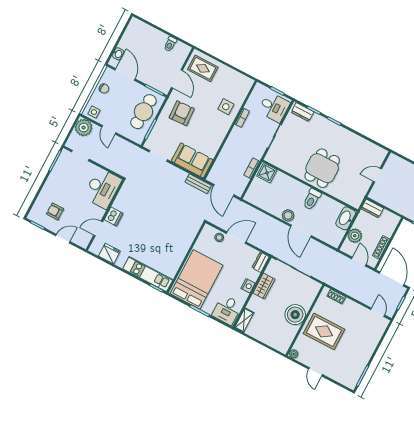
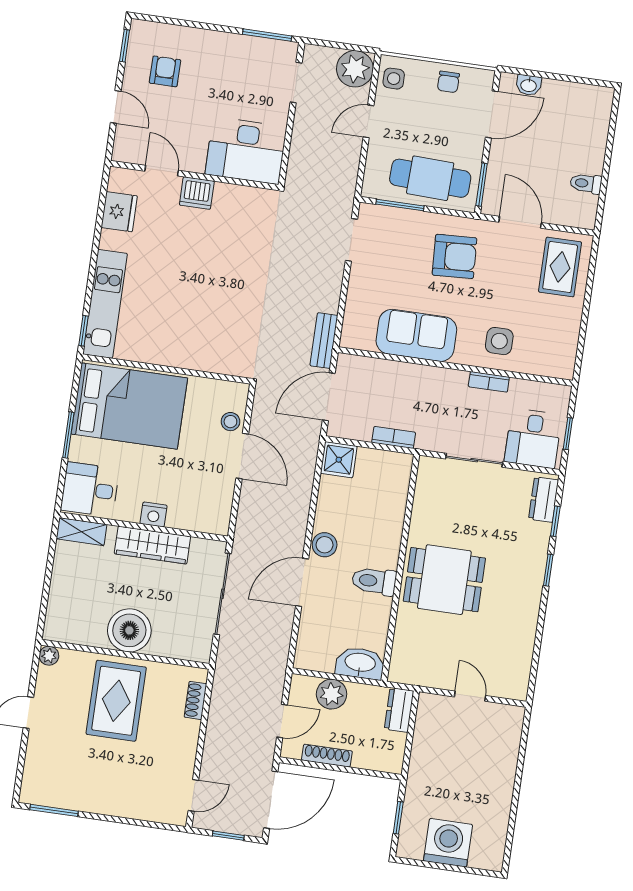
door: (177, 79) -> (520, 222), swing flipped
sofa: (192, 160) -> (416, 335), moved, turned -90
shower: (267, 173) -> (339, 460), moved
dresser: (261, 262) -> (210, 523), removed
wardrobe: (264, 286) -> (152, 545), width x1.50

